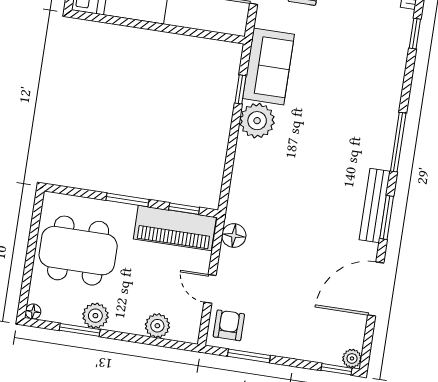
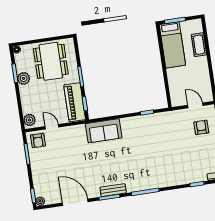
sofa: (269, 66) -> (104, 131), moved
plant: (257, 121) -> (135, 125), removed
bench: (375, 206) -> (113, 190), width x0.73
floor lamp: (234, 236) -> (80, 130), removed
door: (210, 289) -> (52, 127), hinge flipped
armchair: (229, 325) -> (38, 141), turned 90
plant: (157, 326) -> (29, 120), moved

